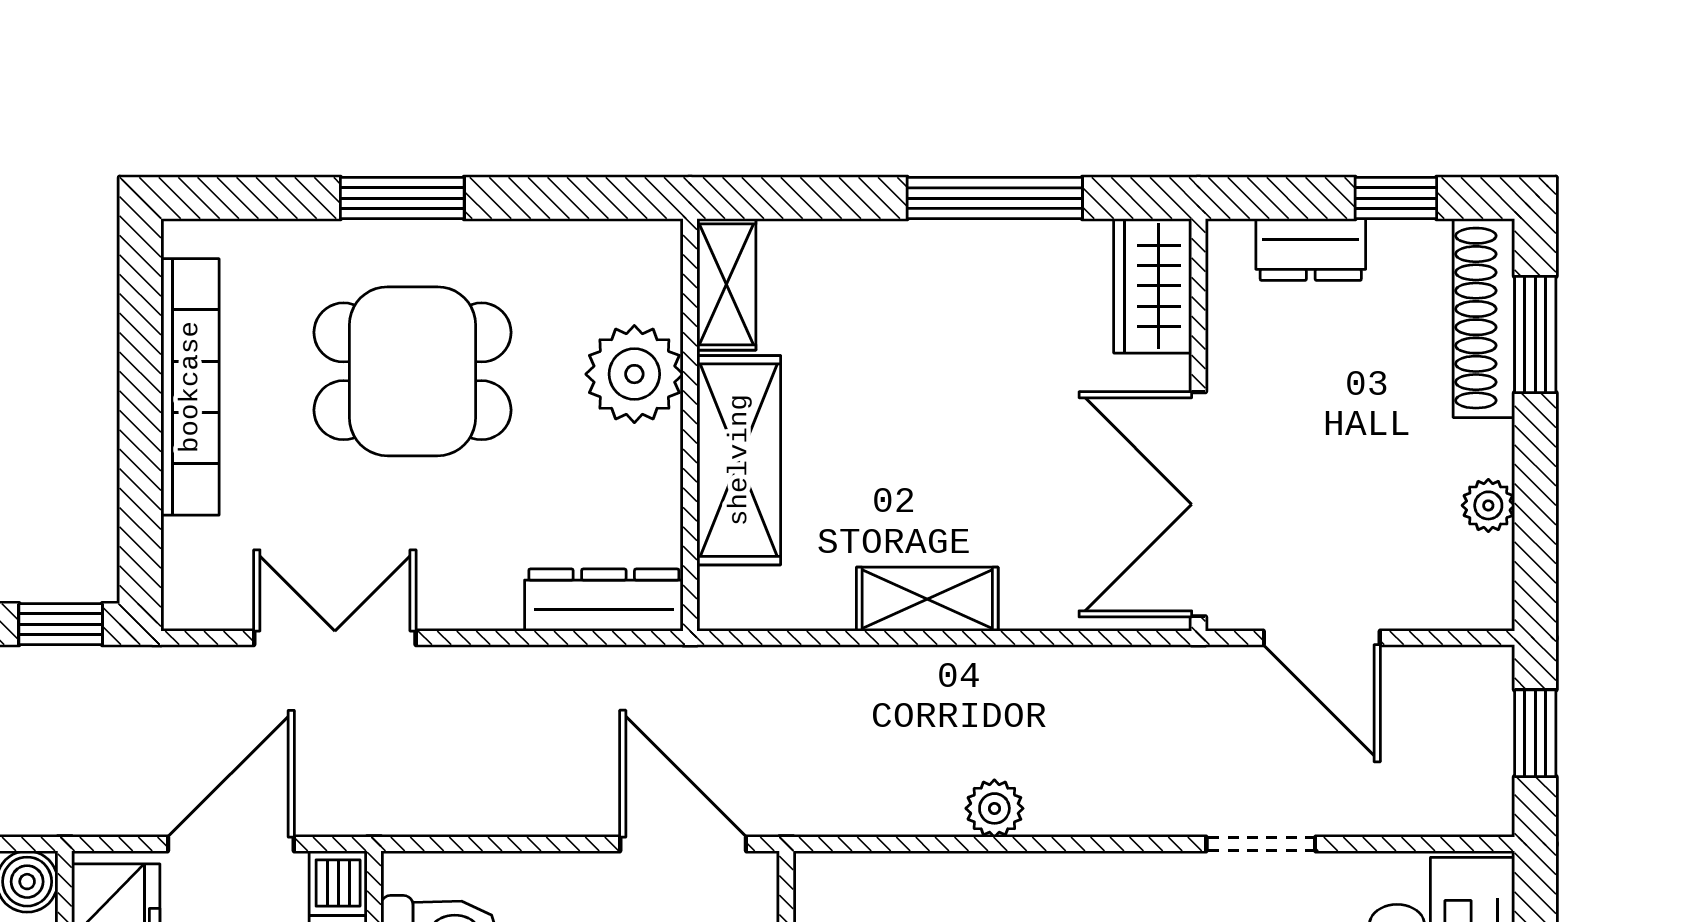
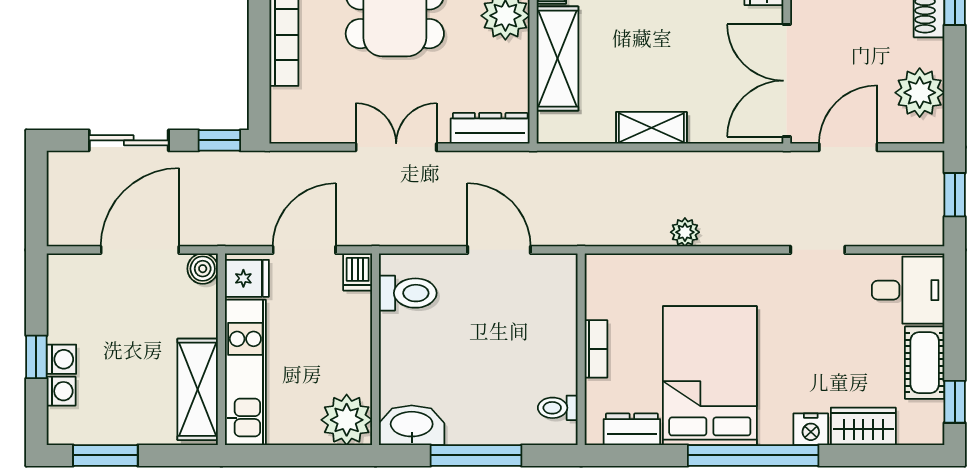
plant: (1488, 505) -> (920, 93), width x1.87, depth x1.87
double door: (335, 638) -> (396, 147), moved
door: (1322, 638) -> (848, 147), swing flipped
door: (683, 844) -> (499, 250), moved

